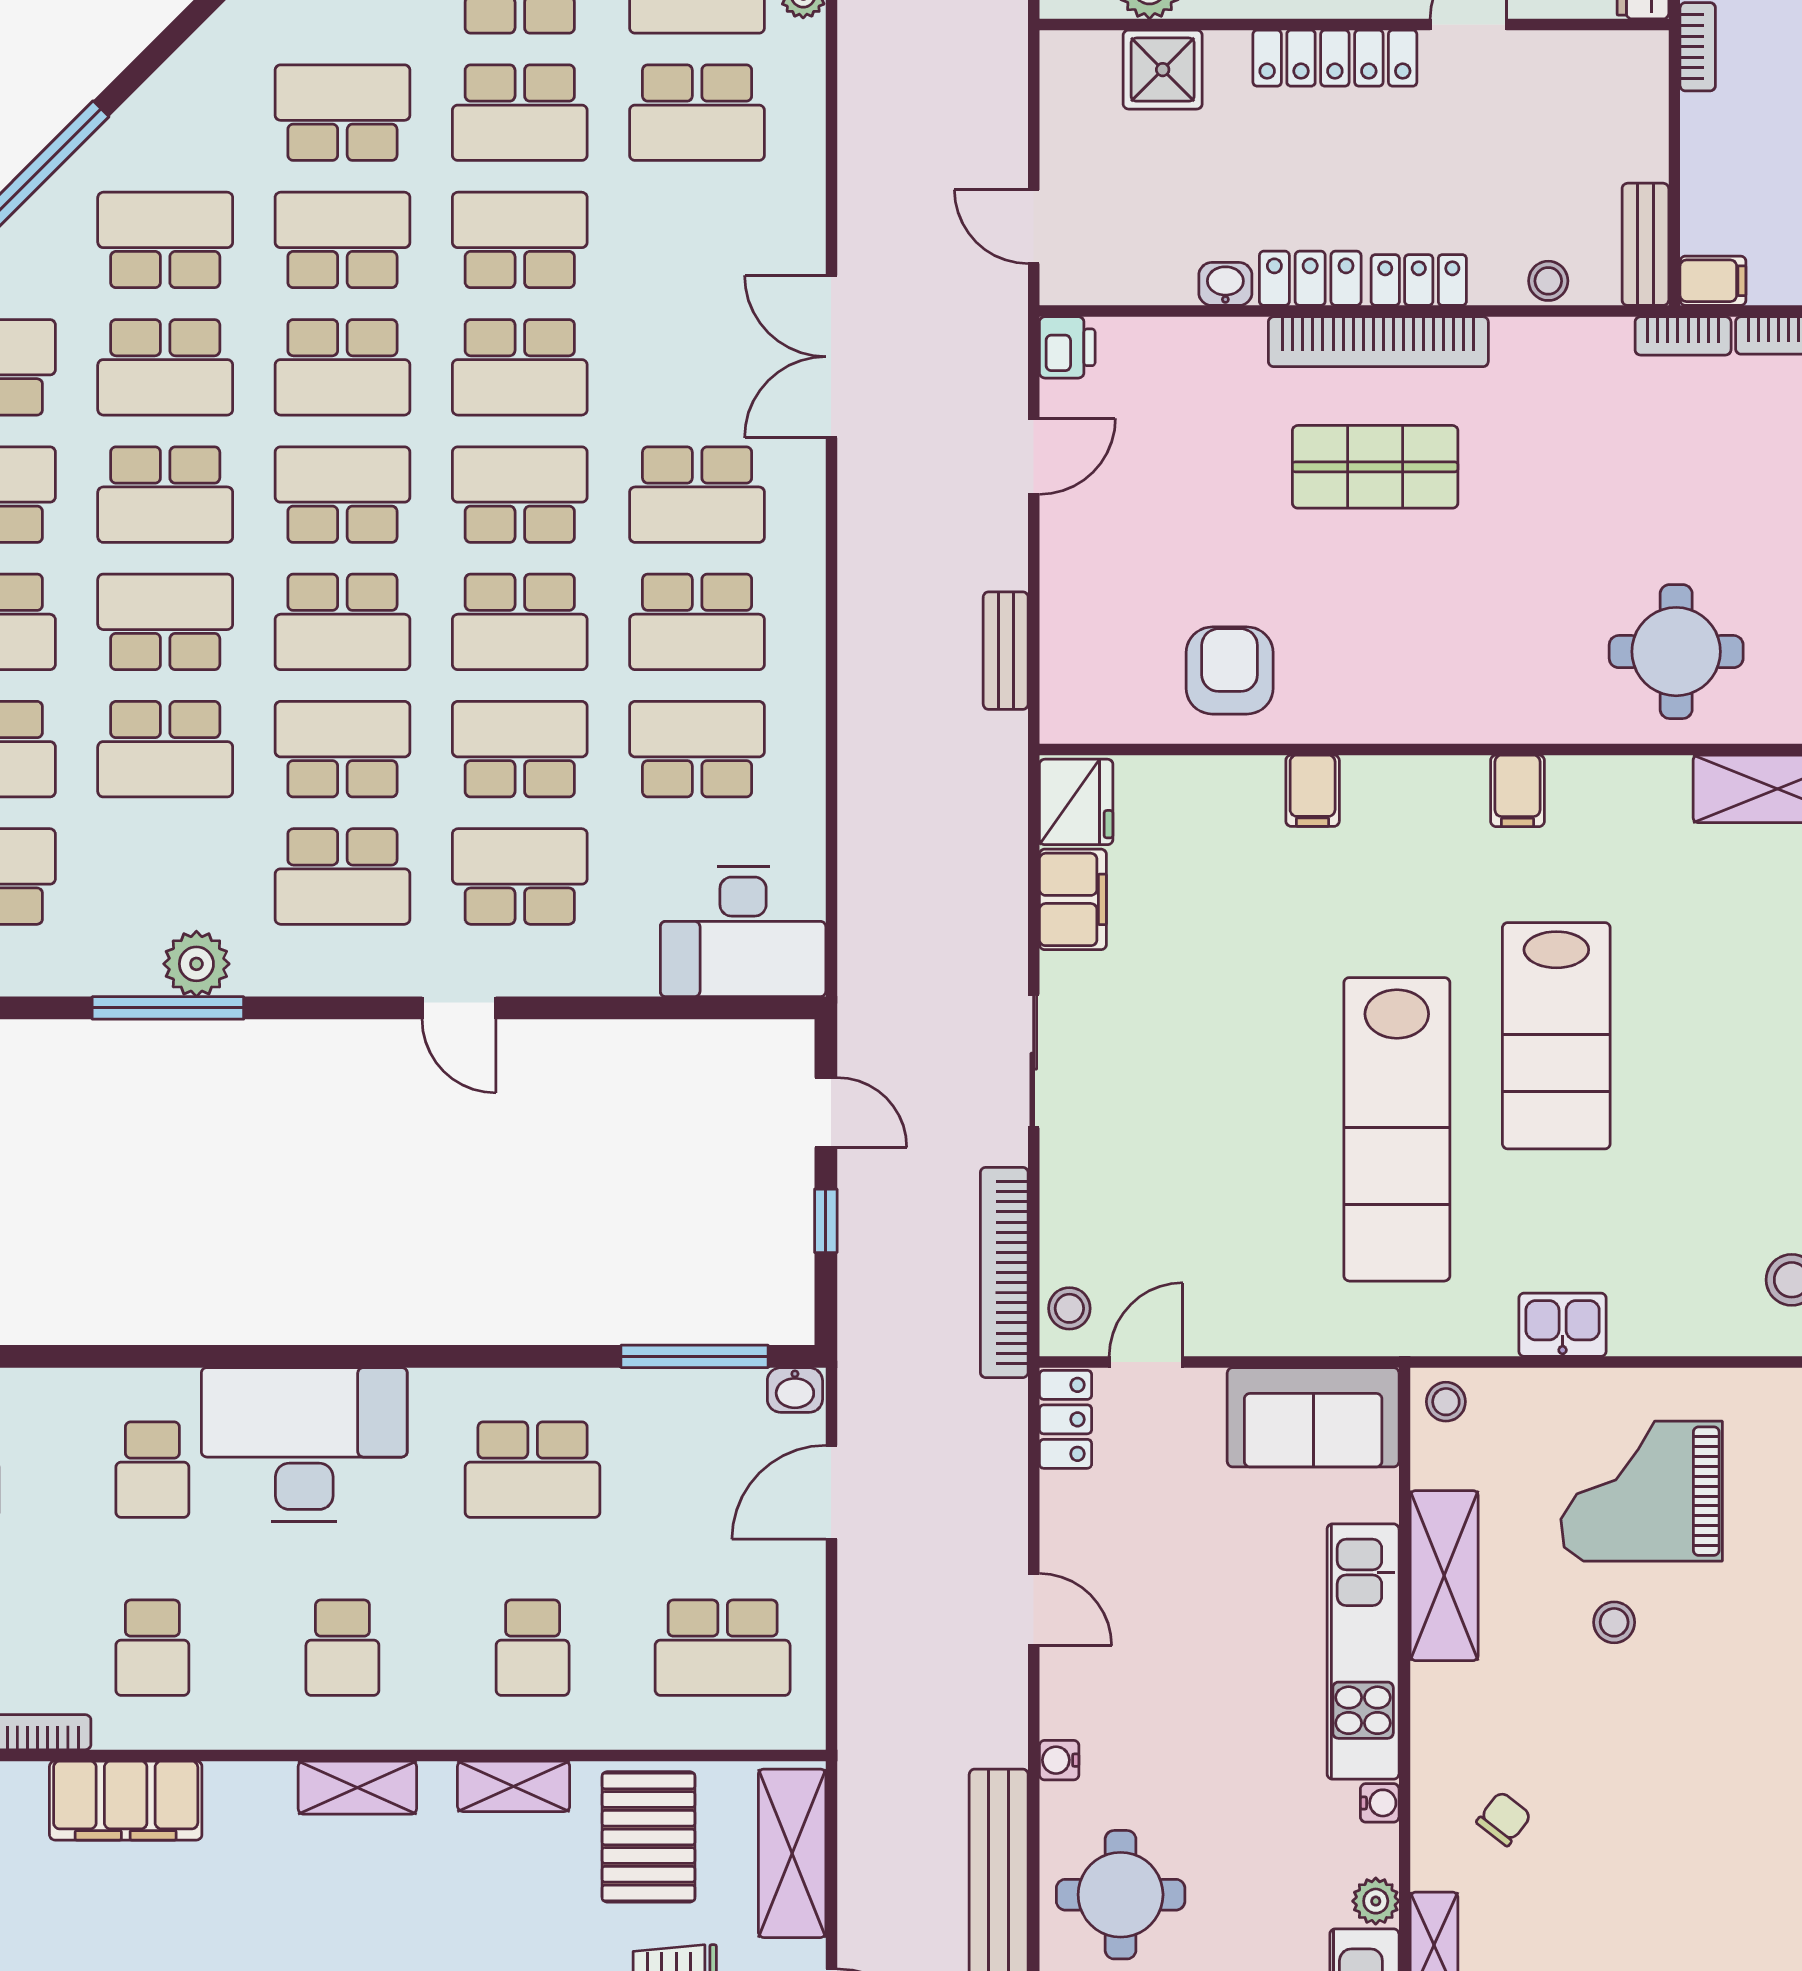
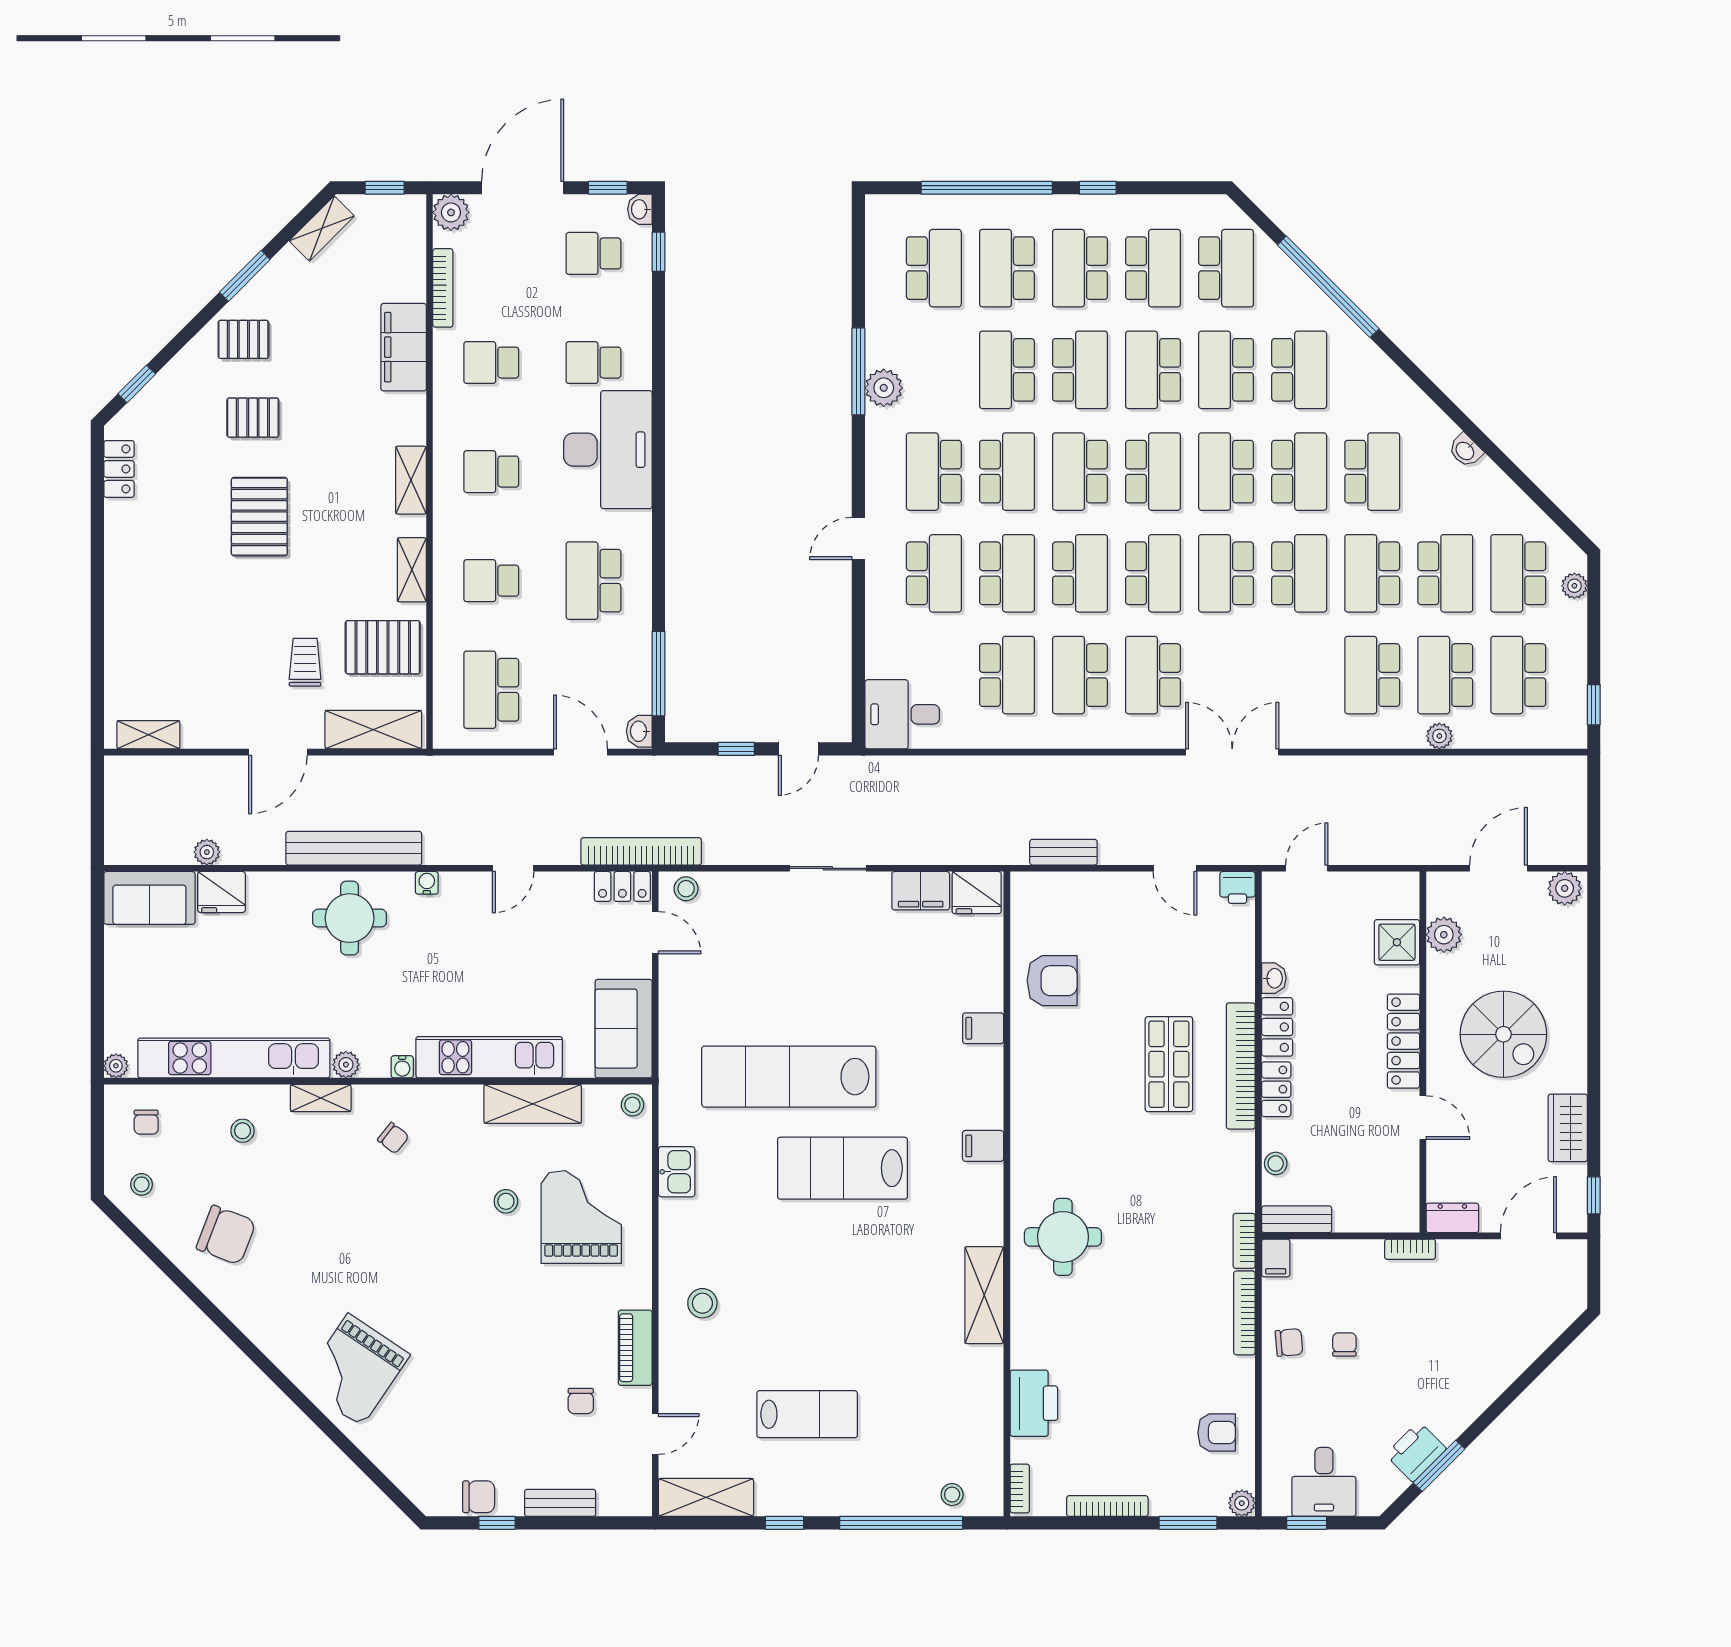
school desk: (520, 622) -> (1080, 573), turned 180
desk: (743, 932) -> (902, 714), width x0.73
bookcase: (1004, 1272) -> (641, 851), moved

